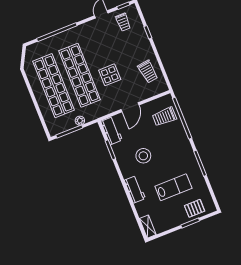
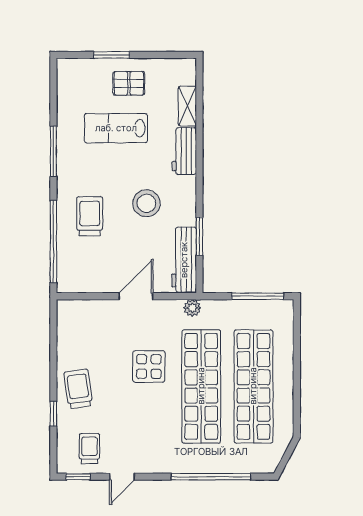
trolley: (148, 72) -> (78, 389), moved
trolley: (164, 117) -> (90, 216), moved, turned -90
plant: (80, 121) -> (192, 308), moved
workbench: (112, 131) -> (184, 260), width x1.38
pallet: (195, 208) -> (129, 83), moved
shelving: (148, 227) -> (187, 106), moved

